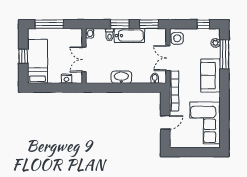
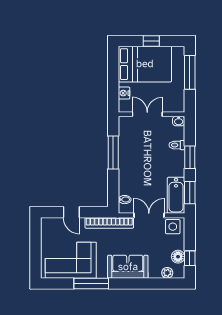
floor lamp: (202, 34) -> (178, 257), added
bathtub: (129, 36) -> (176, 195), moved
window: (224, 54) -> (91, 283), moved
bed: (37, 61) -> (145, 64), width x1.50
washbasin: (121, 77) -> (126, 159), removed
window: (116, 88) -> (113, 152), added

